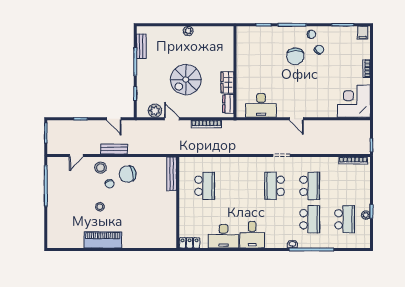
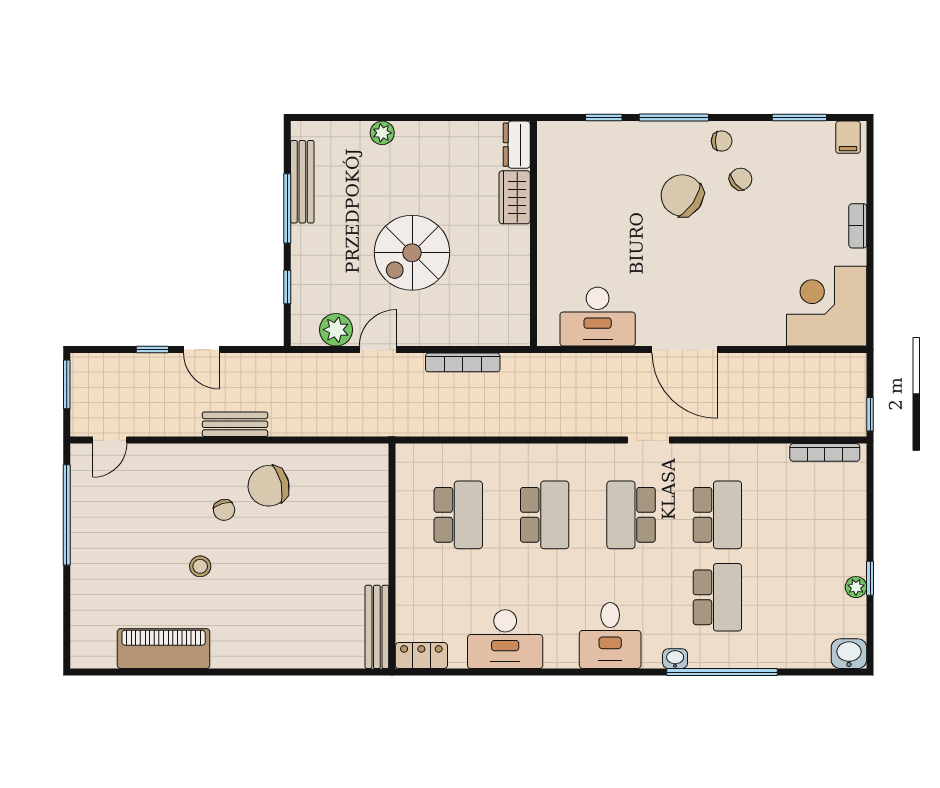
plant: (188, 31) -> (382, 133), moved
bench: (141, 46) -> (302, 182), width x1.36
chair: (295, 56) -> (682, 195), turned 124
wardrobe: (227, 82) -> (515, 197), moved
dresser: (228, 104) -> (517, 145), moved
door: (114, 119) -> (201, 350), moved
door: (172, 119) -> (378, 350), hinge flipped
door: (296, 119) -> (685, 350), width x1.88
door: (76, 155) -> (110, 440), moved
stool: (100, 168) -> (202, 470), removed
bench: (172, 174) -> (377, 627), moved
school desk: (345, 219) -> (545, 515), moved
desk: (252, 235) -> (610, 636), moved
piano: (103, 240) -> (164, 649), moved
washbasin: (363, 242) -> (849, 654), added

